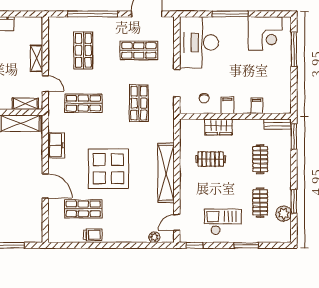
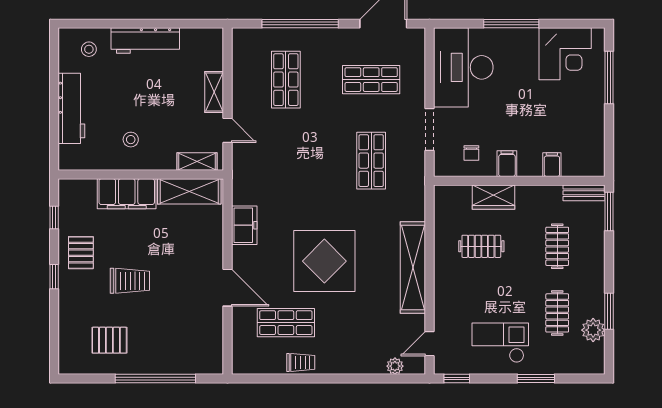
shop shelf: (83, 103) -> (286, 161), removed

